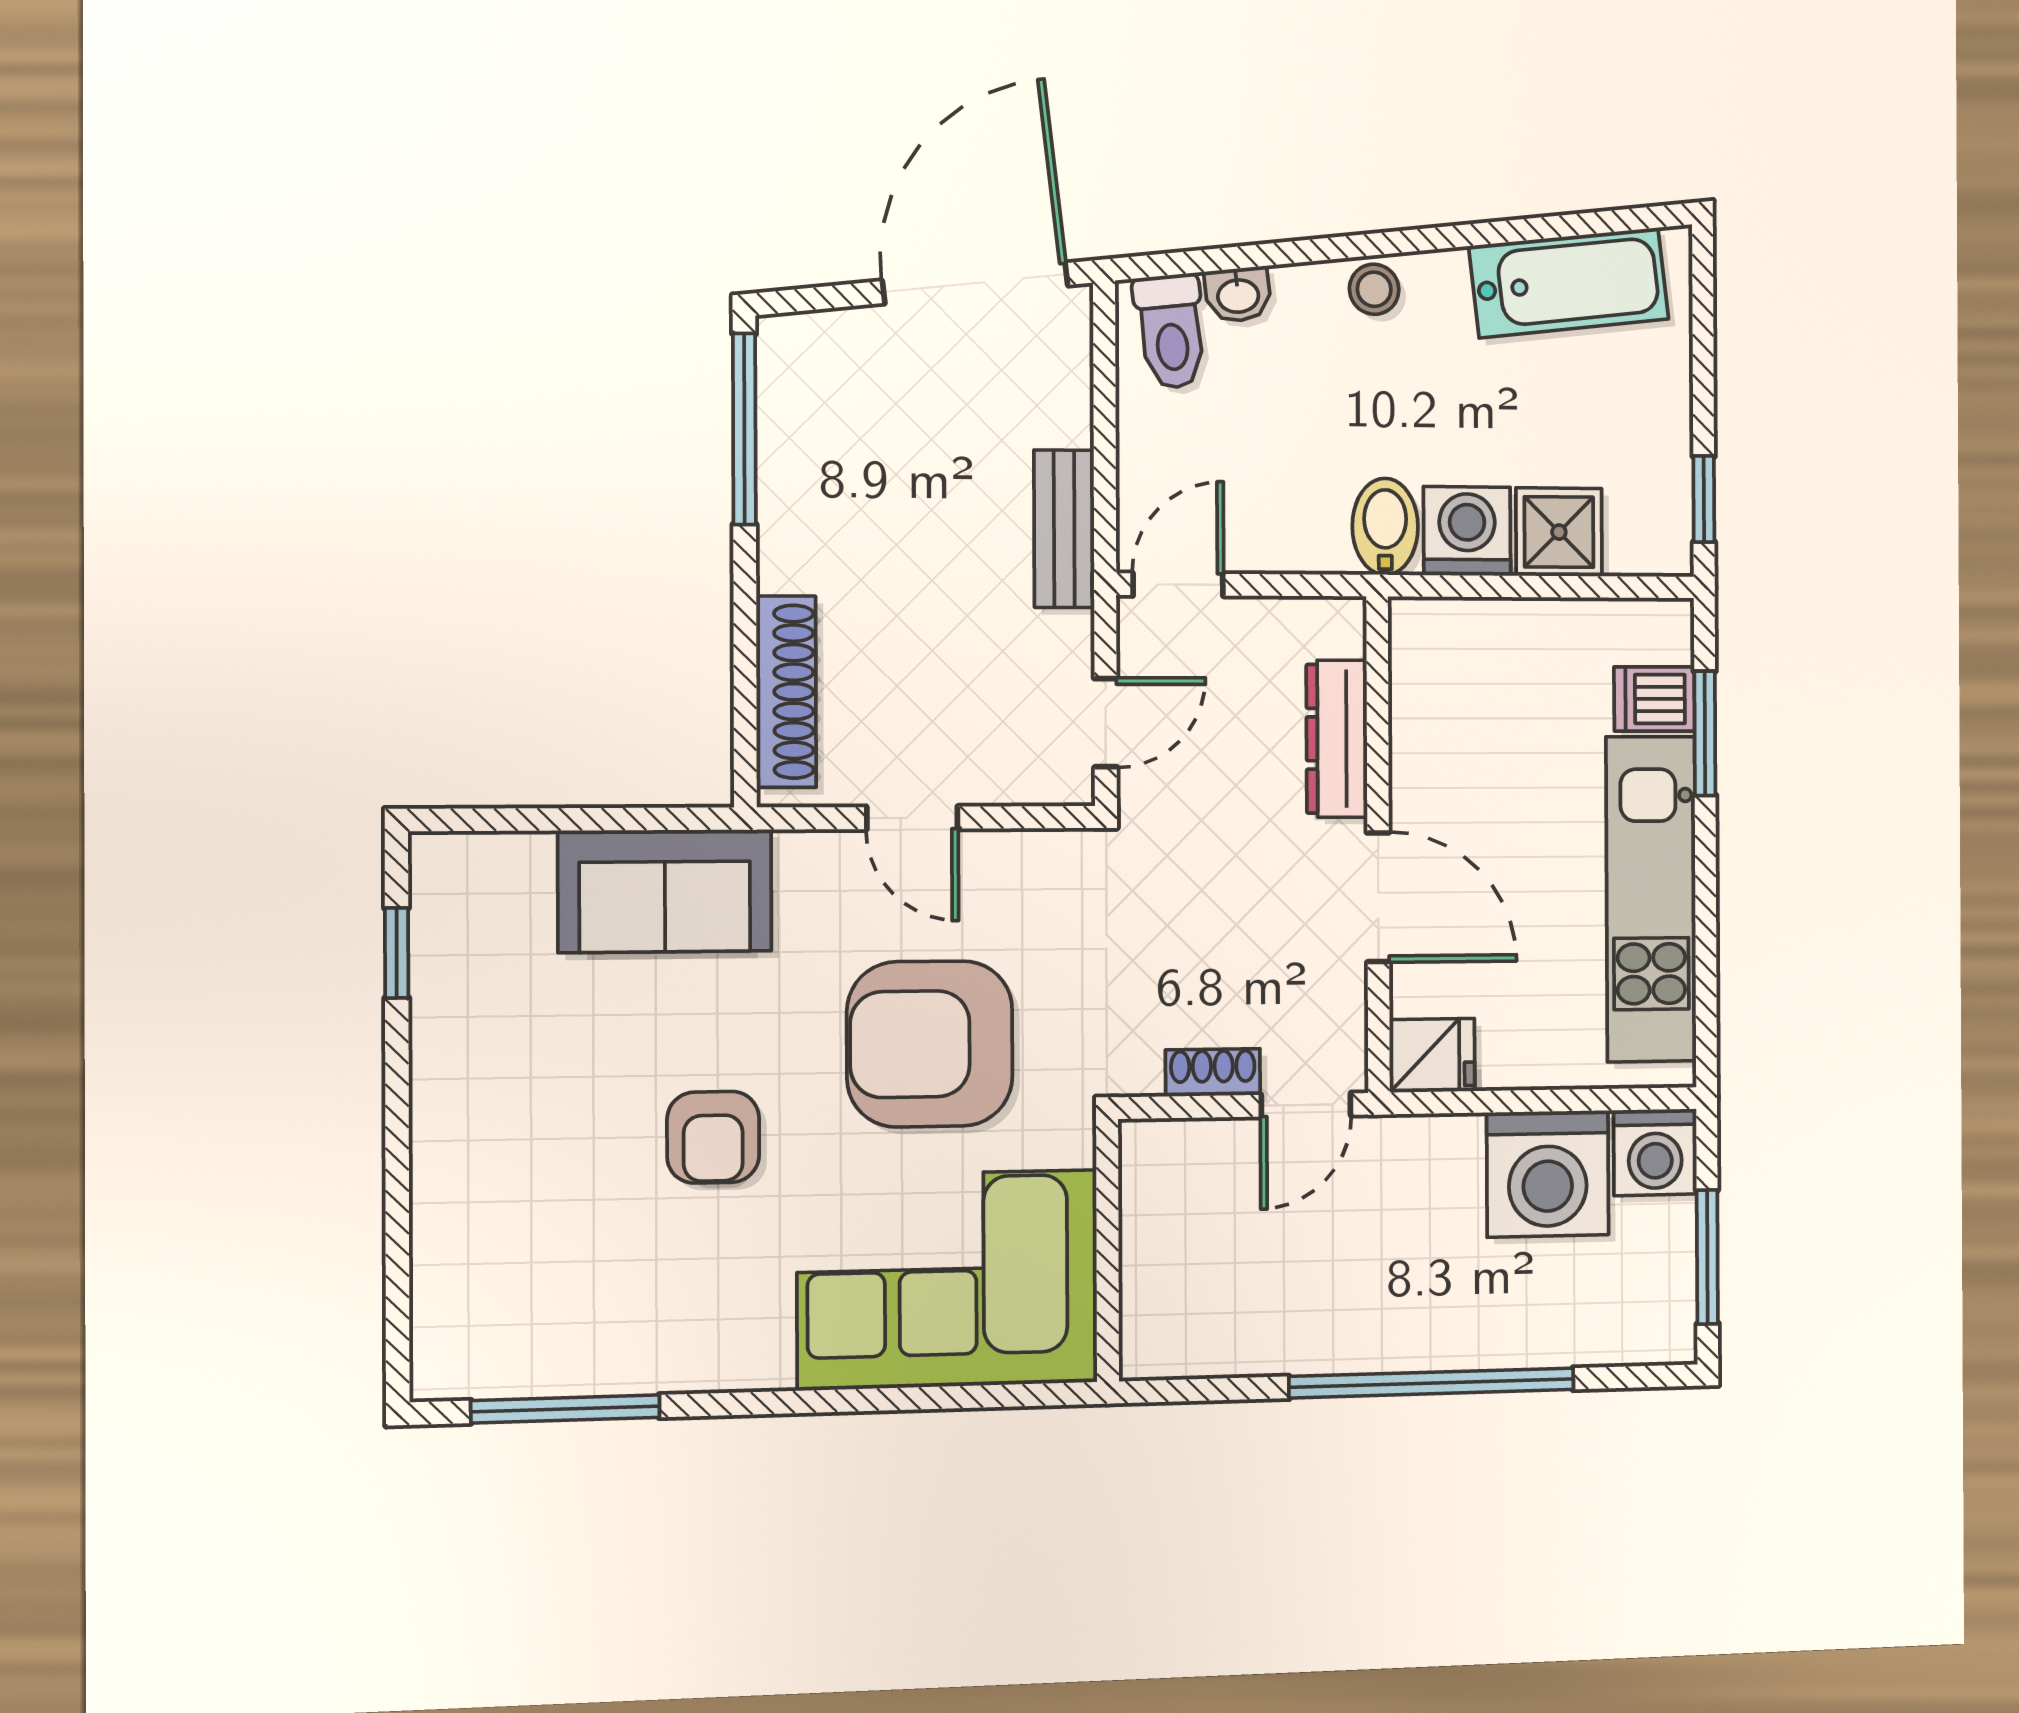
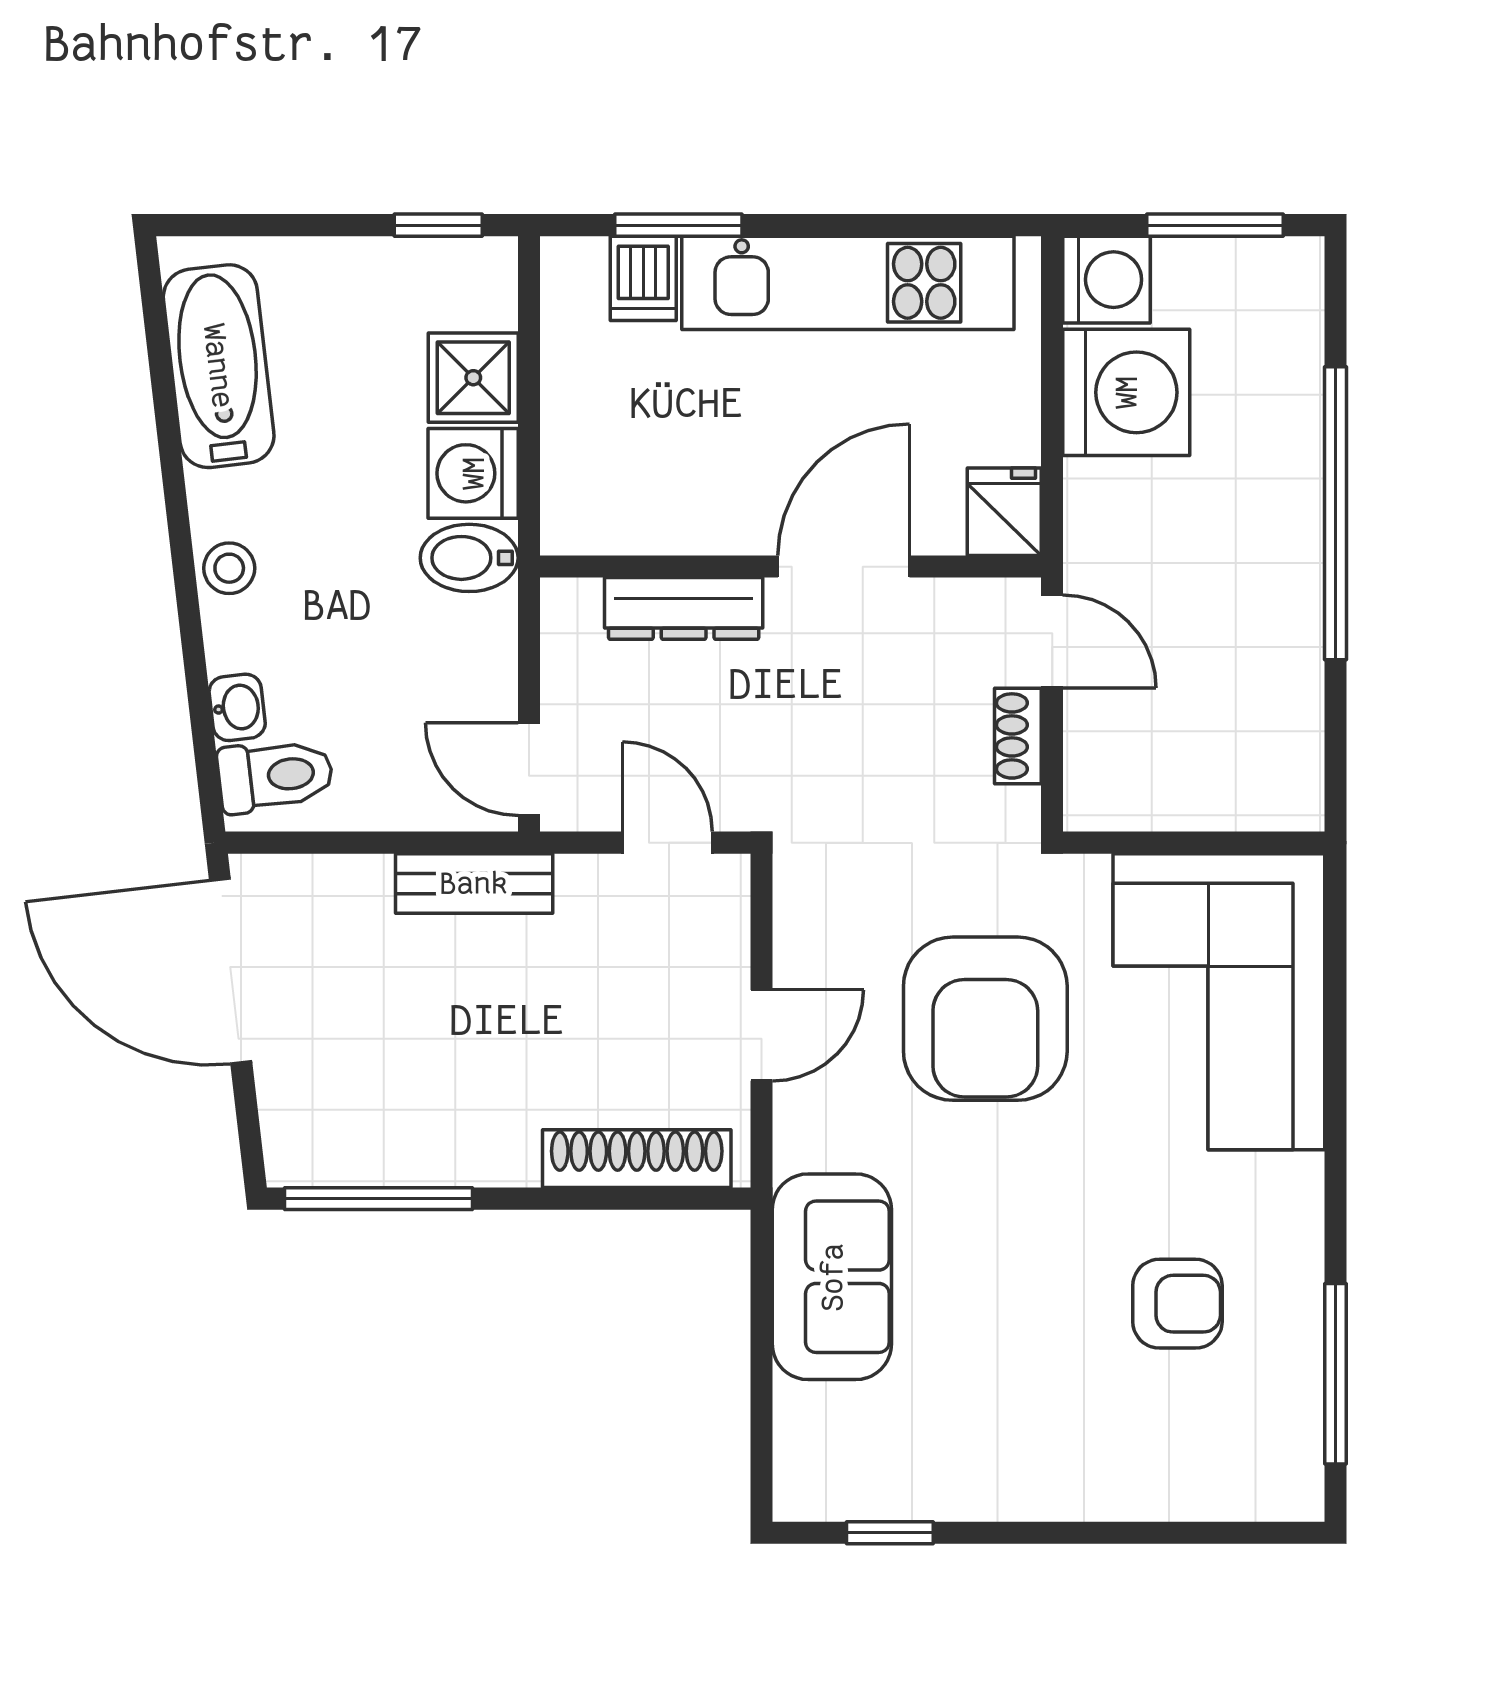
armchair: (713, 1137) -> (1177, 1304), moved

